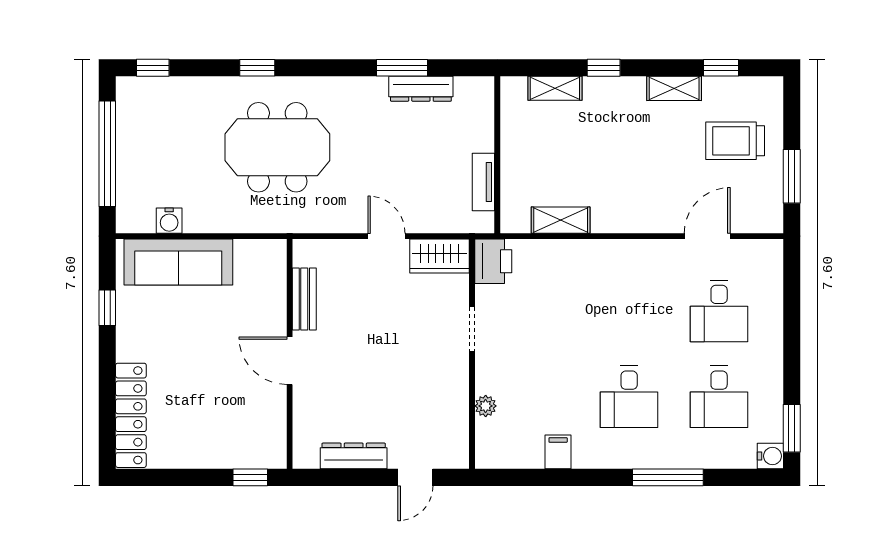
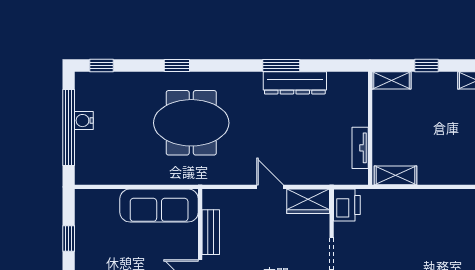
dresser: (421, 89) -> (295, 83), width x1.37, depth x1.24
wall: (497, 155) -> (370, 128), moved
tv unit: (483, 182) -> (360, 148), moved
water cooler: (169, 221) -> (84, 121), moved, turned 90
sofa: (178, 262) -> (159, 206), moved

